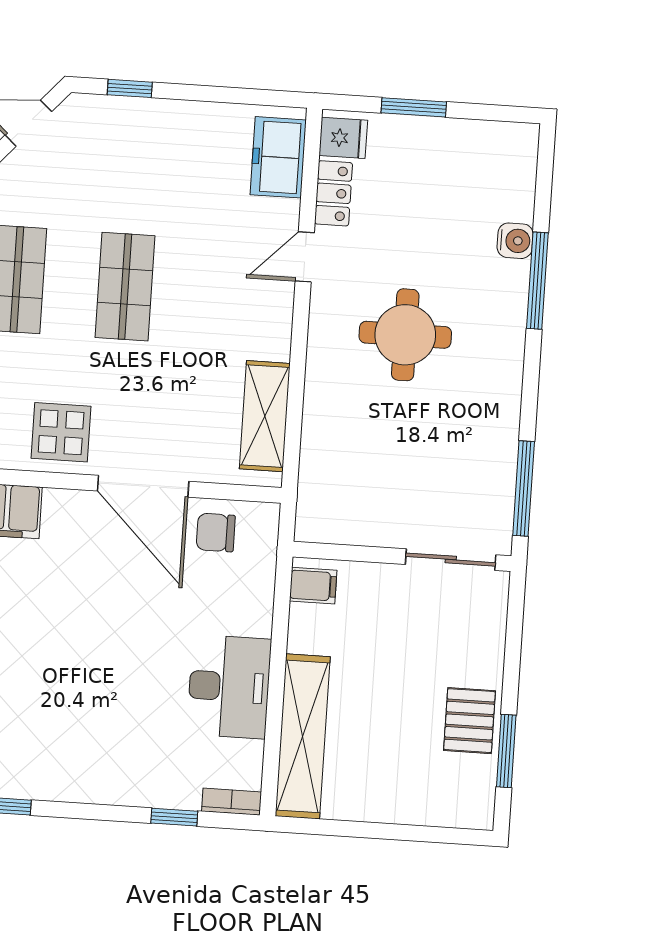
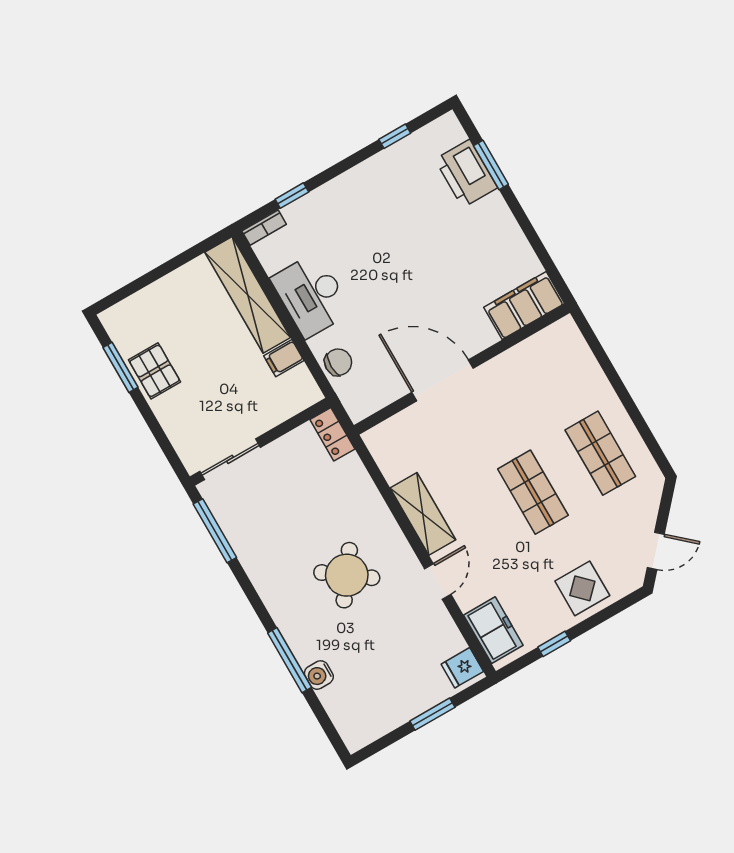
window: (130, 88) -> (554, 644), moved
locker: (333, 193) -> (332, 434), moved
round table: (405, 335) -> (347, 575), turned 36
shelving: (265, 416) -> (423, 514), moved
display table: (61, 432) -> (582, 588), moved
chair: (216, 532) -> (338, 362), moved
filing cabinet: (313, 586) -> (284, 358), moved

